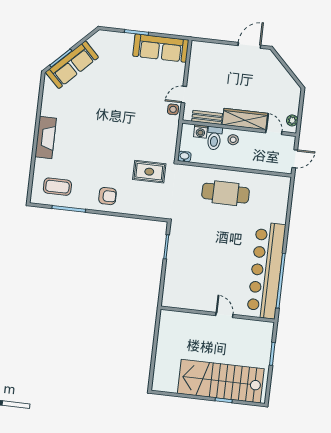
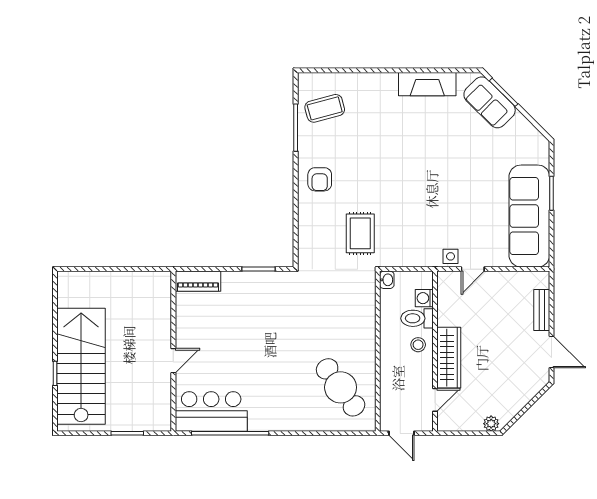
sofa: (161, 48) -> (529, 216), width x1.36, depth x1.27
sofa: (72, 65) -> (490, 102), width x0.73
door: (184, 95) -> (473, 269), swing flipped
bench: (207, 117) -> (542, 310), moved
plant: (292, 120) -> (491, 424), moved
fireplace: (46, 138) -> (427, 84), moved
coffee table: (57, 187) -> (325, 108), turned 75
cafe table: (226, 193) -> (341, 387), moved, turned -36
bar counter: (266, 270) -> (211, 411), width x0.54
piano: (170, 291) -> (198, 281), added

